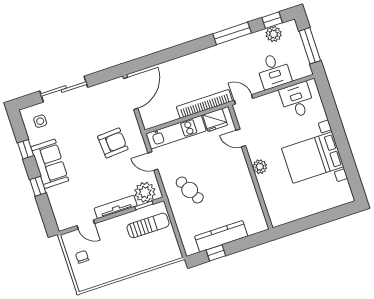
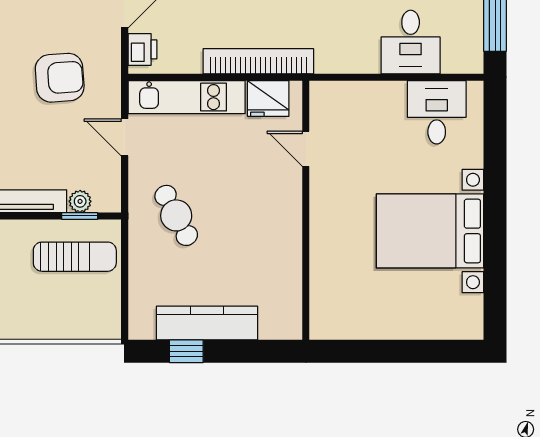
door: (243, 99) -> (335, 77), removed
printer: (148, 116) -> (142, 49), added
plant: (260, 167) -> (324, 215), removed
plant: (145, 192) -> (80, 201), width x0.53, depth x0.53

